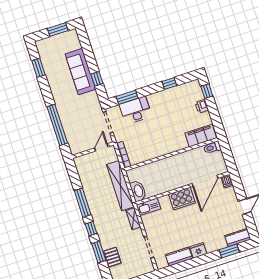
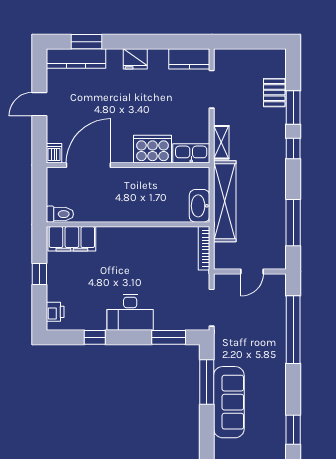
window: (97, 79) -> (207, 382), width x2.17
window: (207, 91) -> (39, 274), moved
printer: (202, 106) -> (55, 312), moved
desk: (136, 110) -> (130, 312), moved
door: (101, 147) -> (252, 271), moved
washbasin: (138, 191) -> (199, 206), moved
cooker: (182, 199) -> (152, 149), moved
window: (83, 203) -> (293, 223), moved
kitchen counter: (238, 238) -> (76, 59), width x1.50
kitchen counter: (179, 257) -> (189, 59), moved

